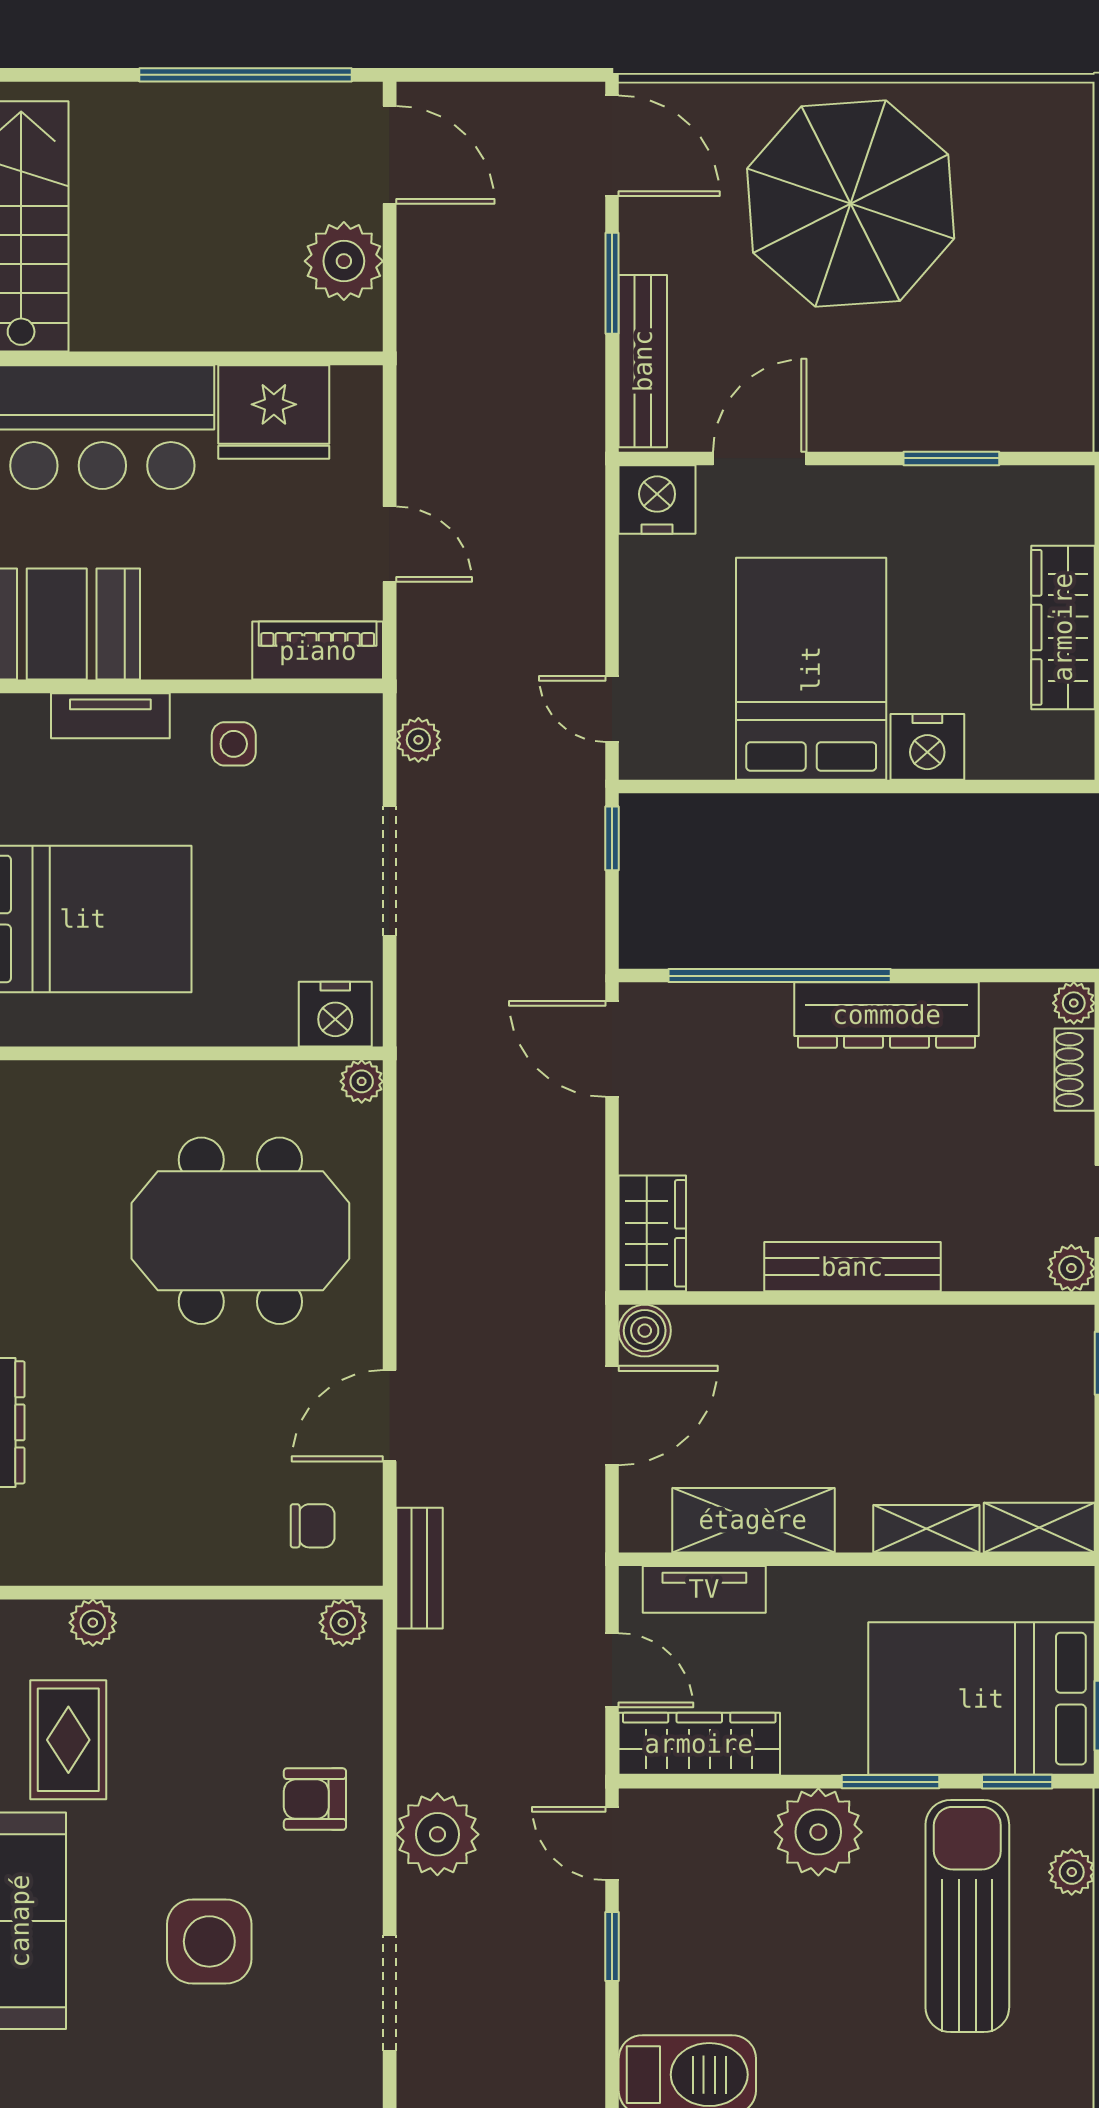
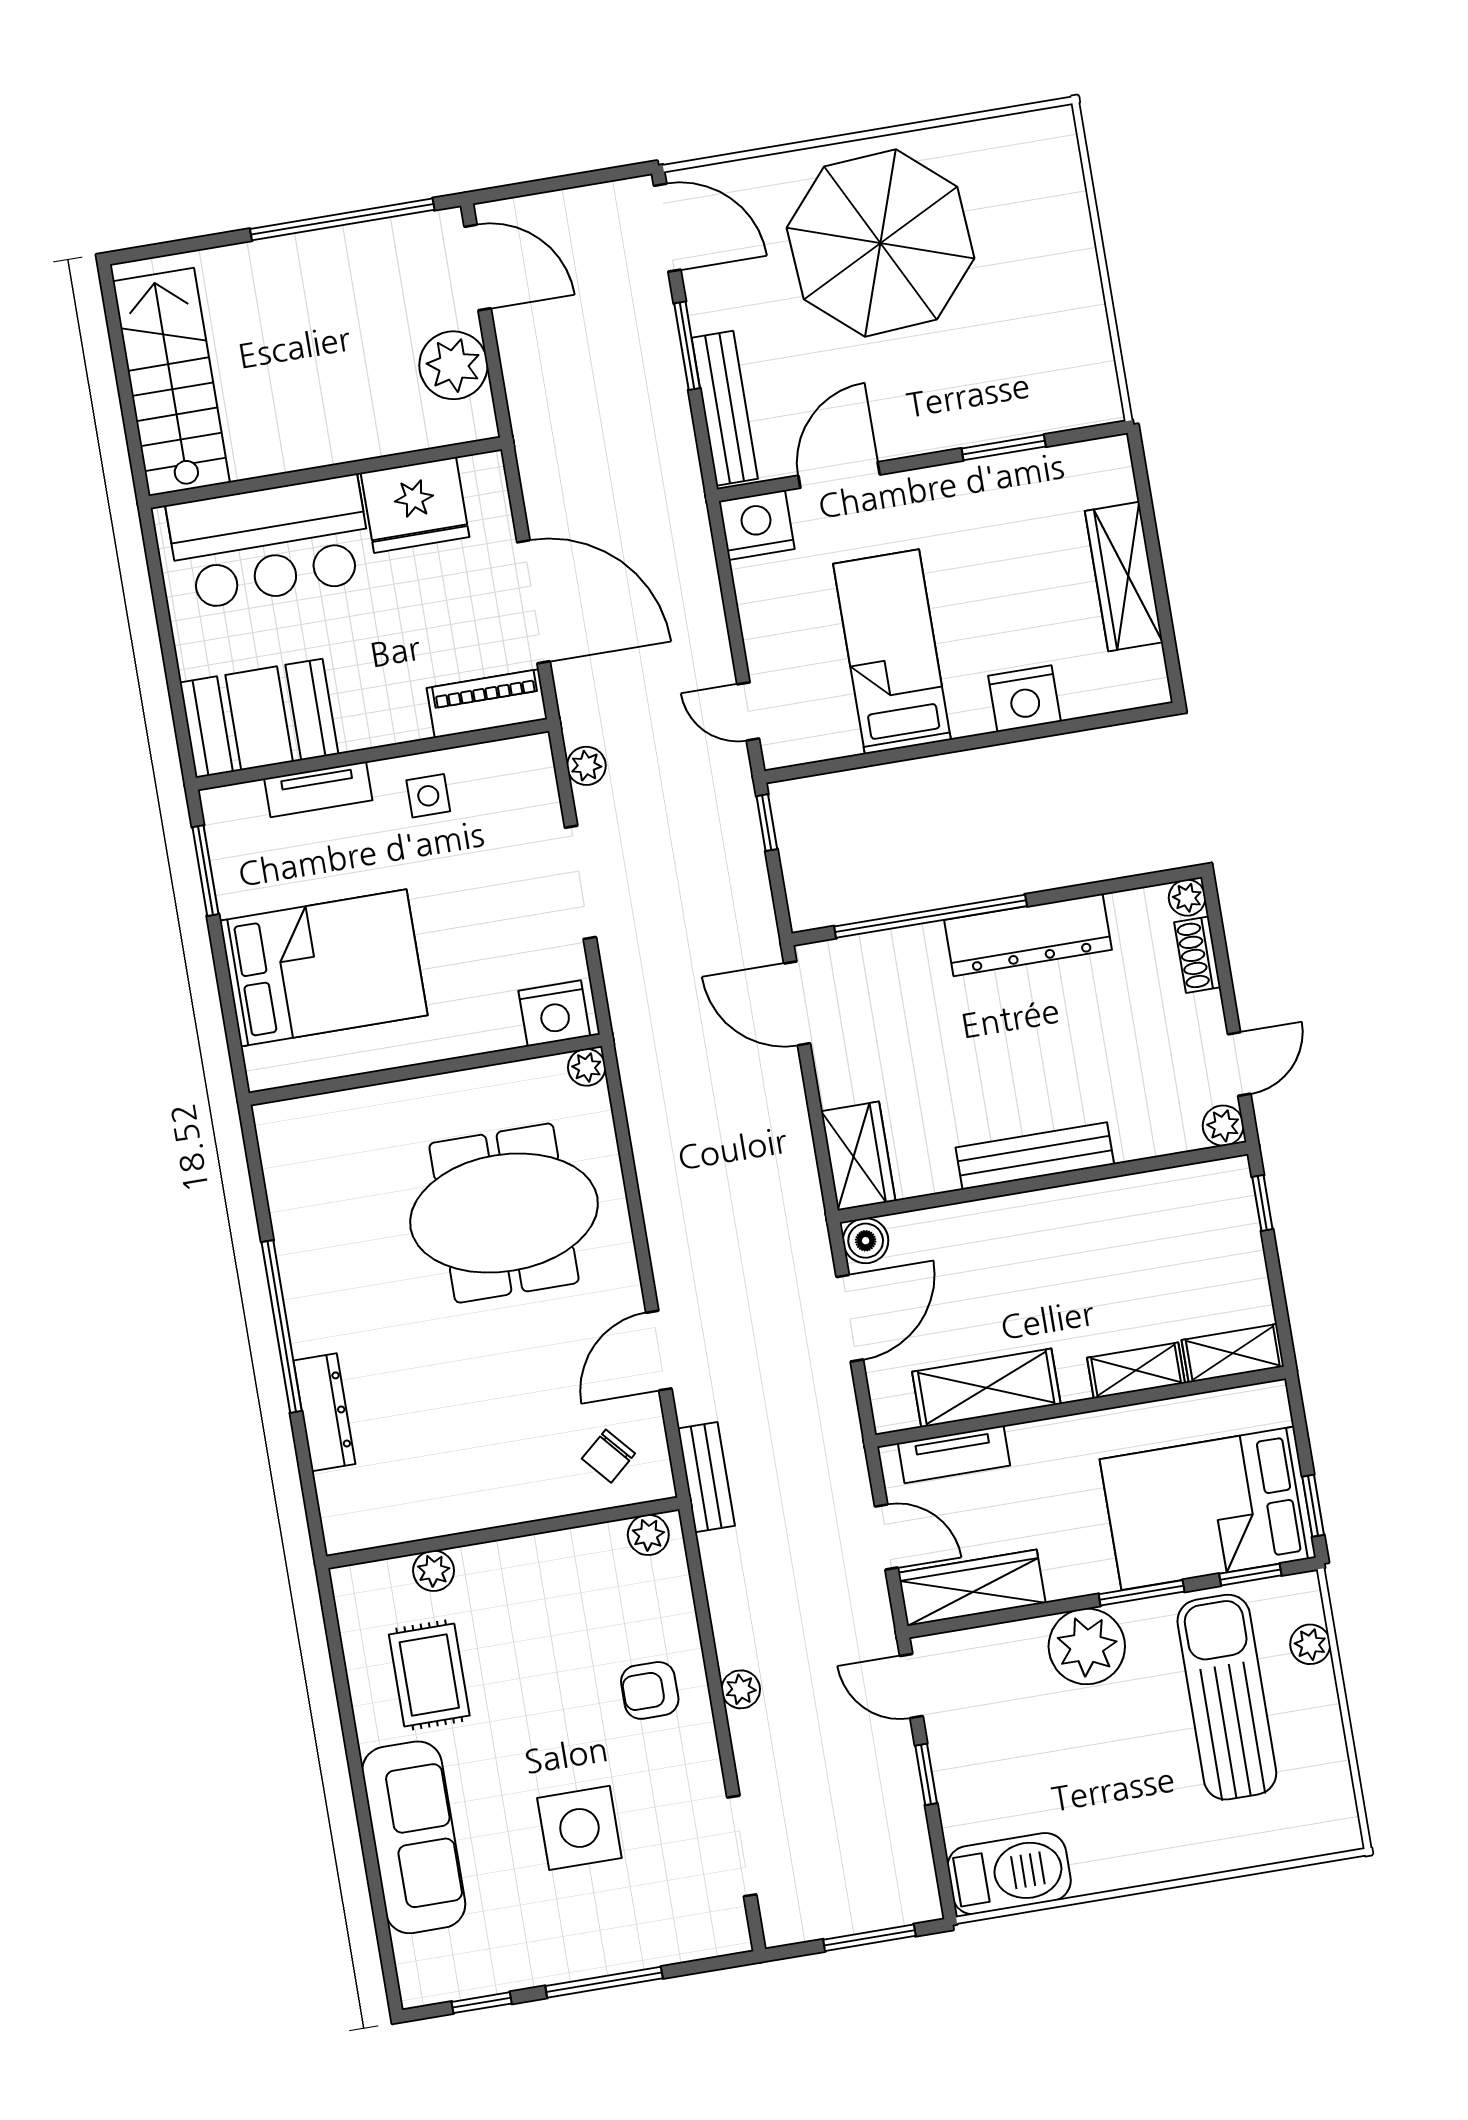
door: (390, 544) -> (534, 602), width x1.87
bed: (811, 669) -> (892, 652), width x0.67
chair: (313, 1526) -> (608, 1456), turned 139
plant: (437, 1834) -> (741, 1689), width x0.53, depth x0.53

